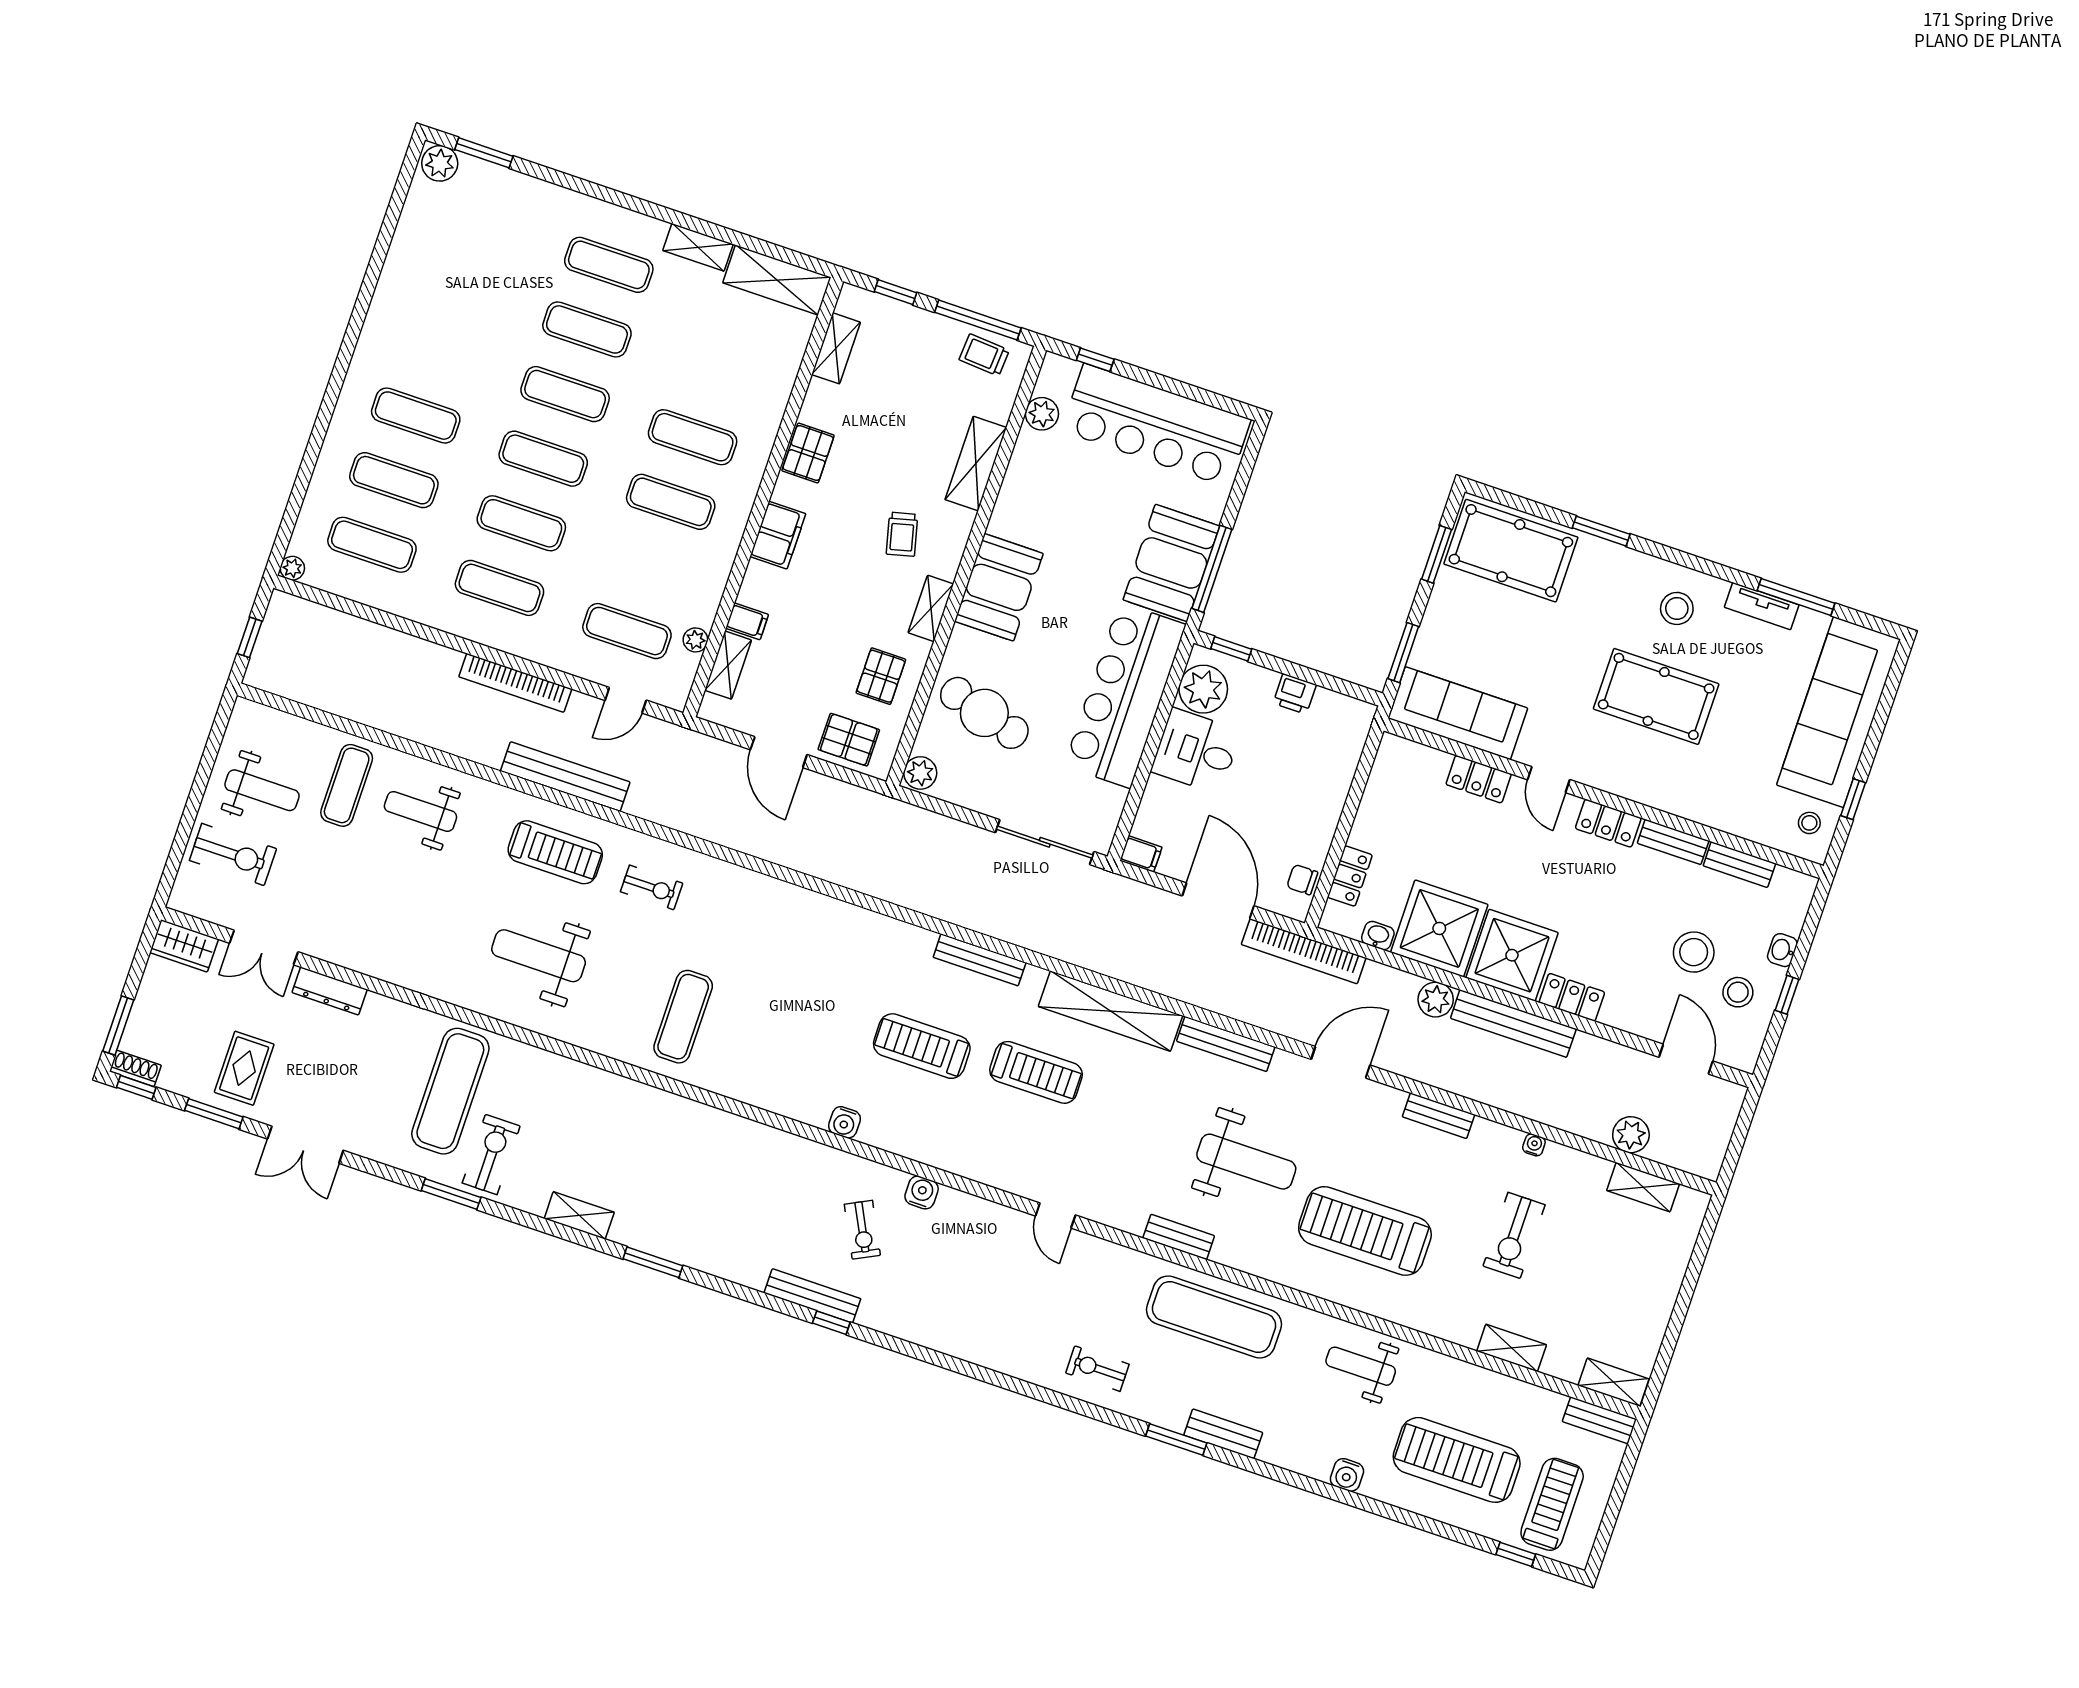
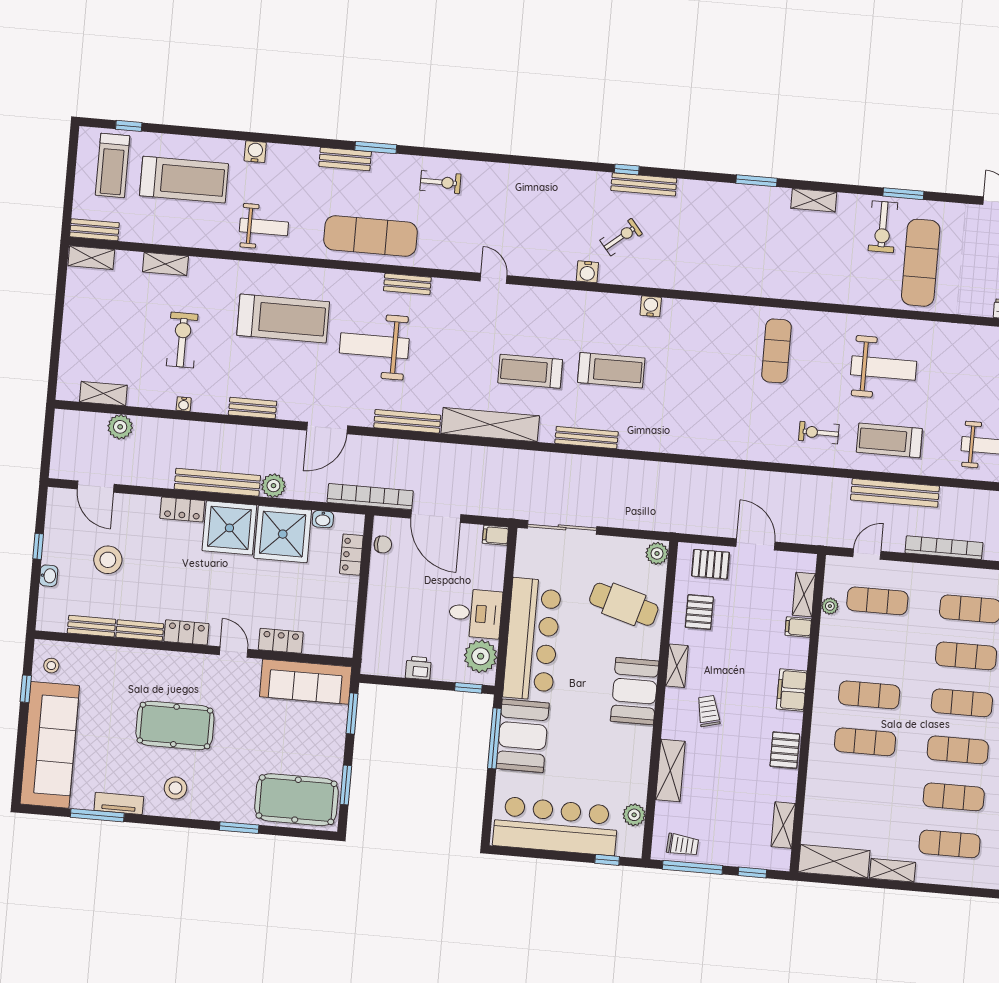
stool: (1738, 992) -> (72, 540), removed
exercise bike: (862, 1230) -> (621, 237), turned 77

